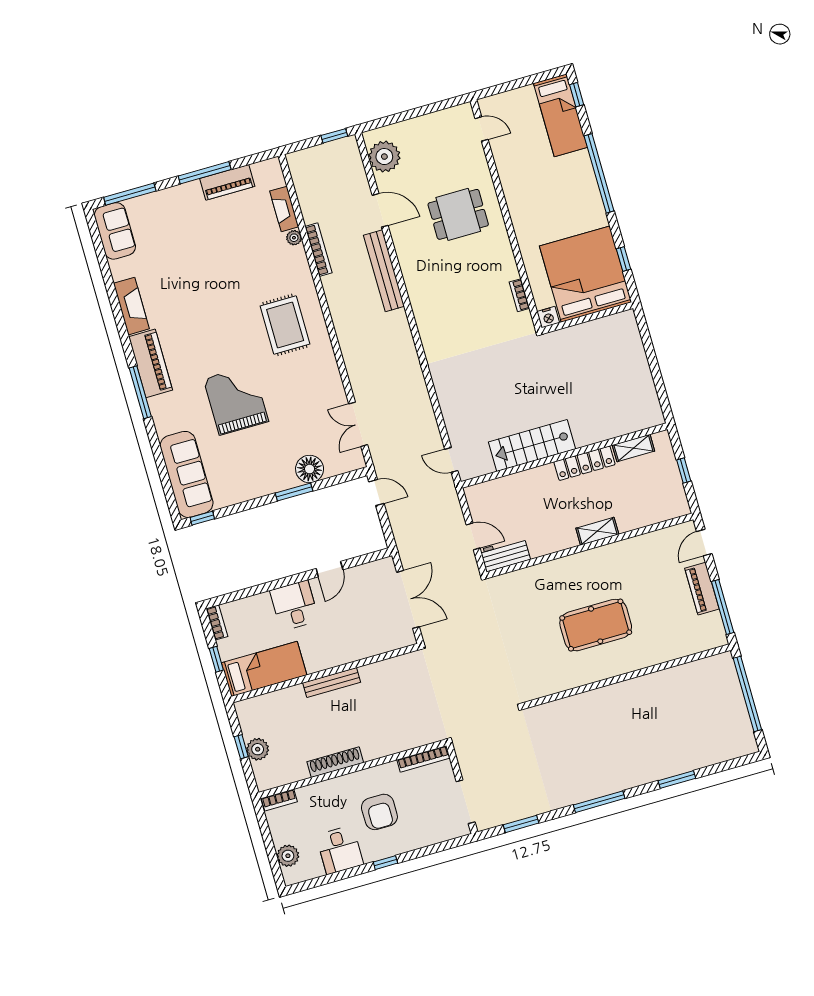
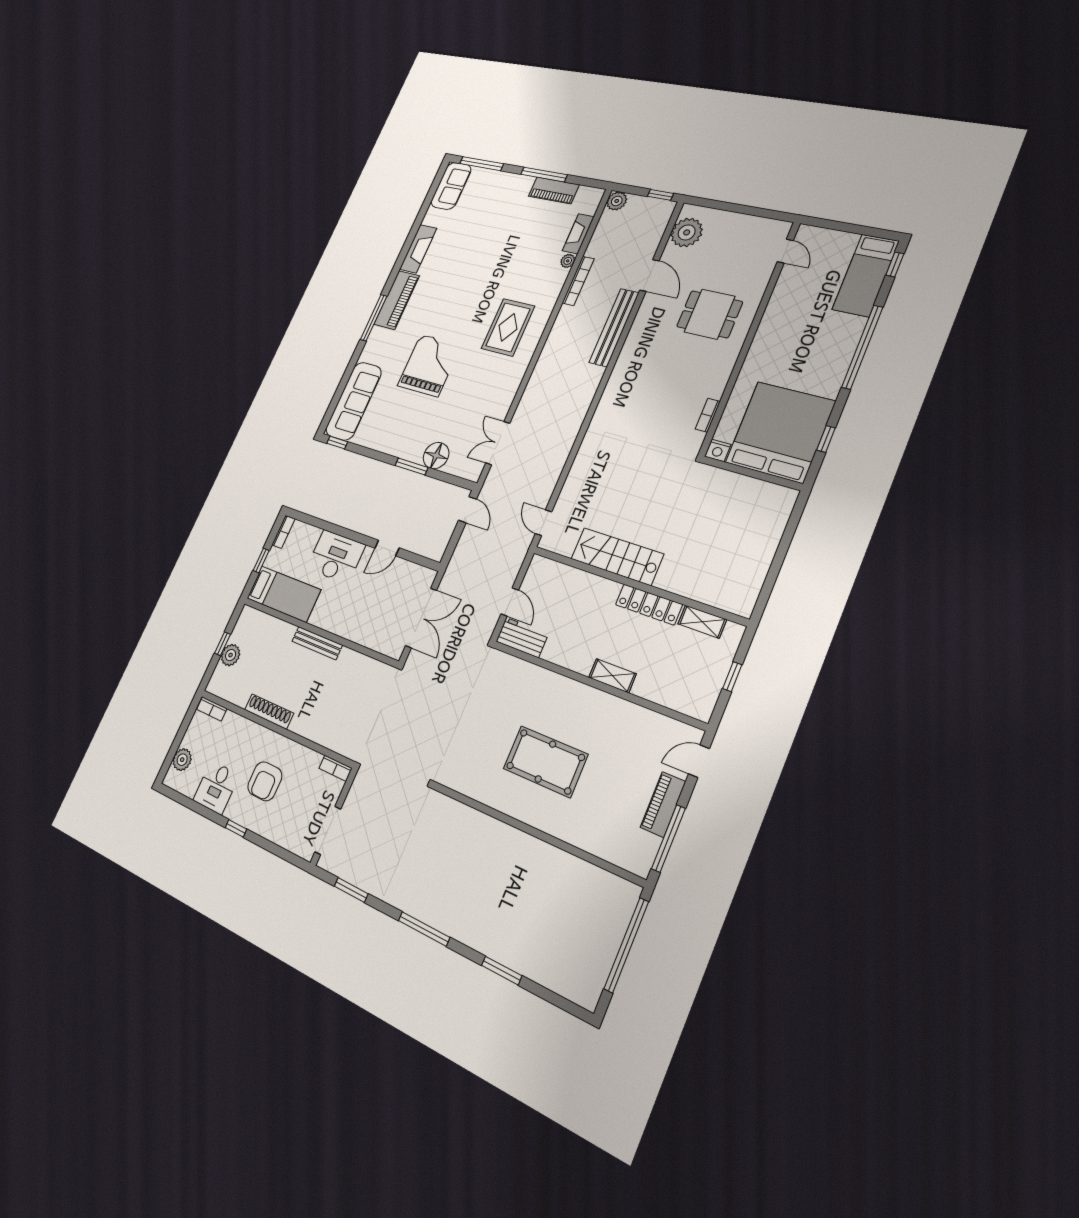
plant: (297, 161) -> (617, 201), added
desk: (294, 606) -> (336, 557), width x1.37
bookcase: (423, 759) -> (335, 768), width x0.64

